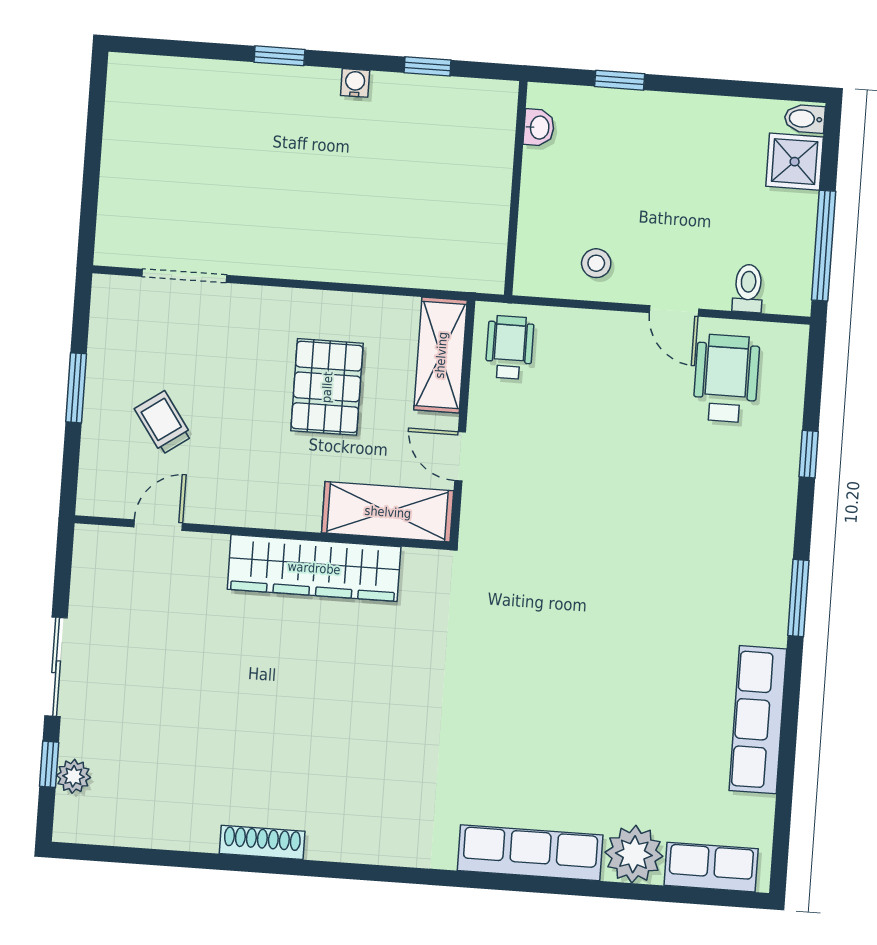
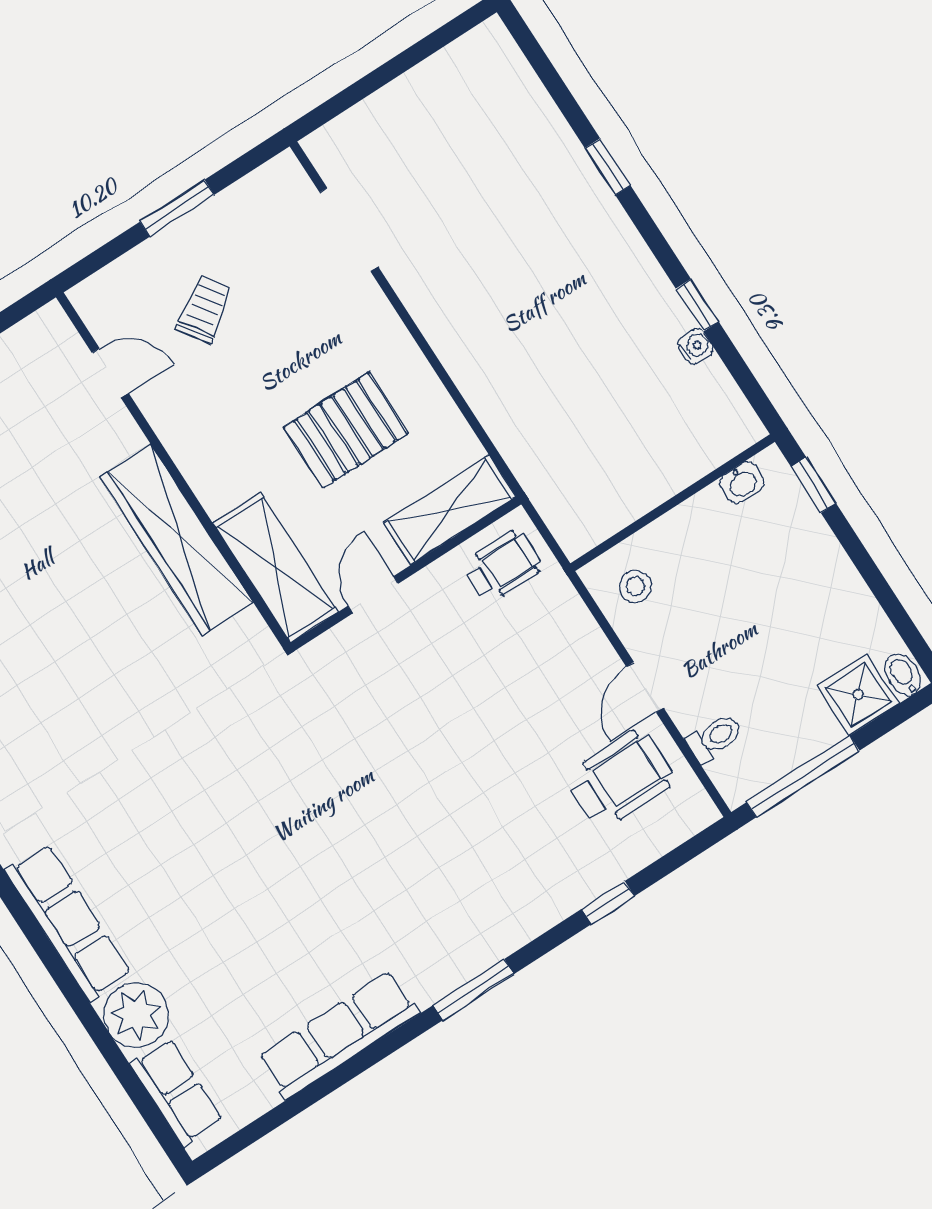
water cooler: (355, 83) -> (695, 346), moved
washbasin: (539, 127) -> (742, 482), moved
wall: (516, 188) -> (673, 503), moved

